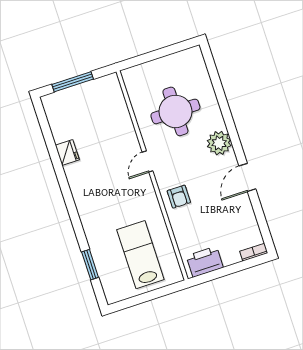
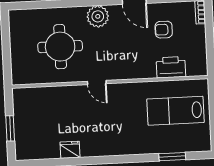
window: (73, 82) -> (10, 128), width x0.69
armchair: (179, 197) -> (164, 30), moved, turned 180
printer: (205, 262) -> (171, 67), moved, turned 90

